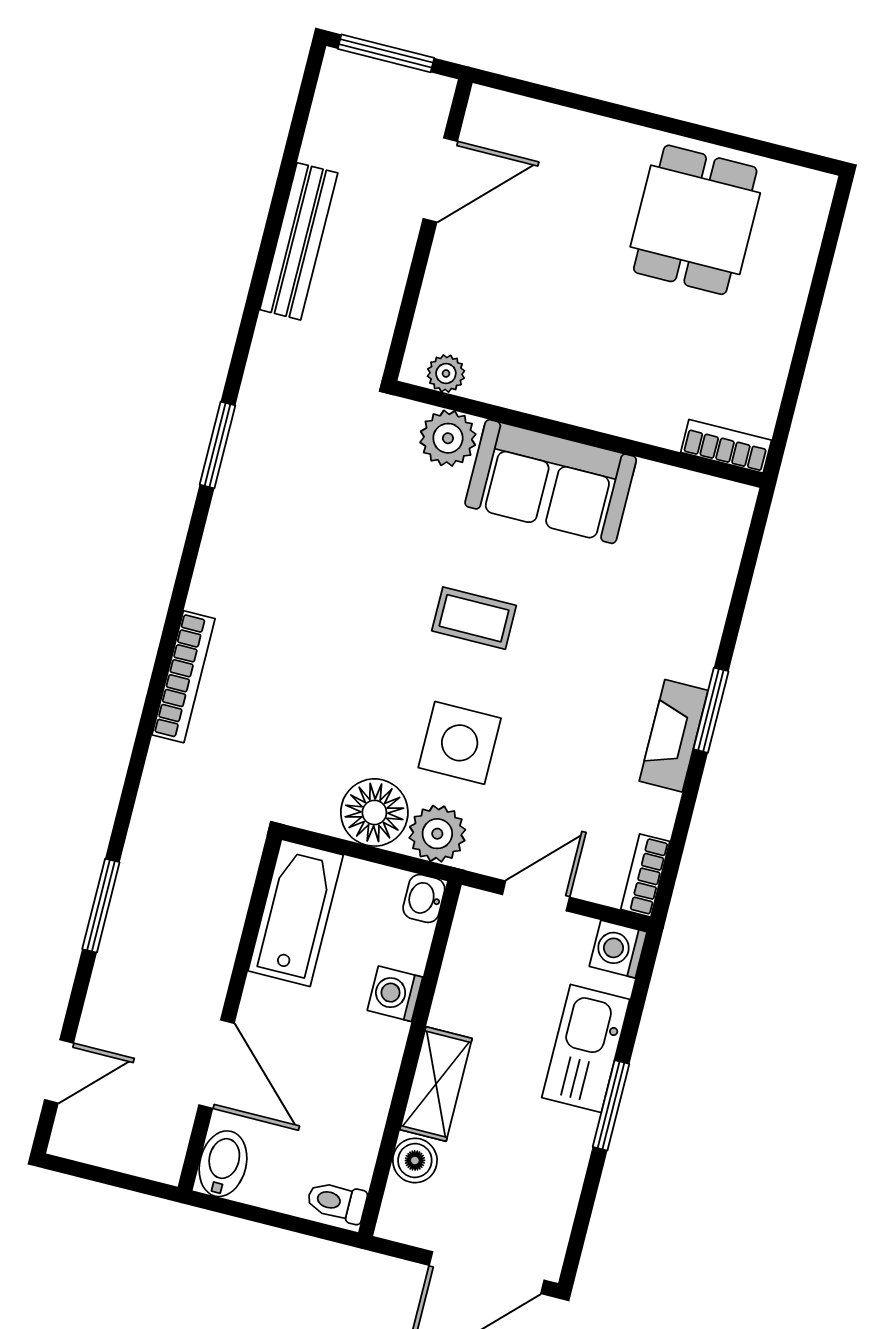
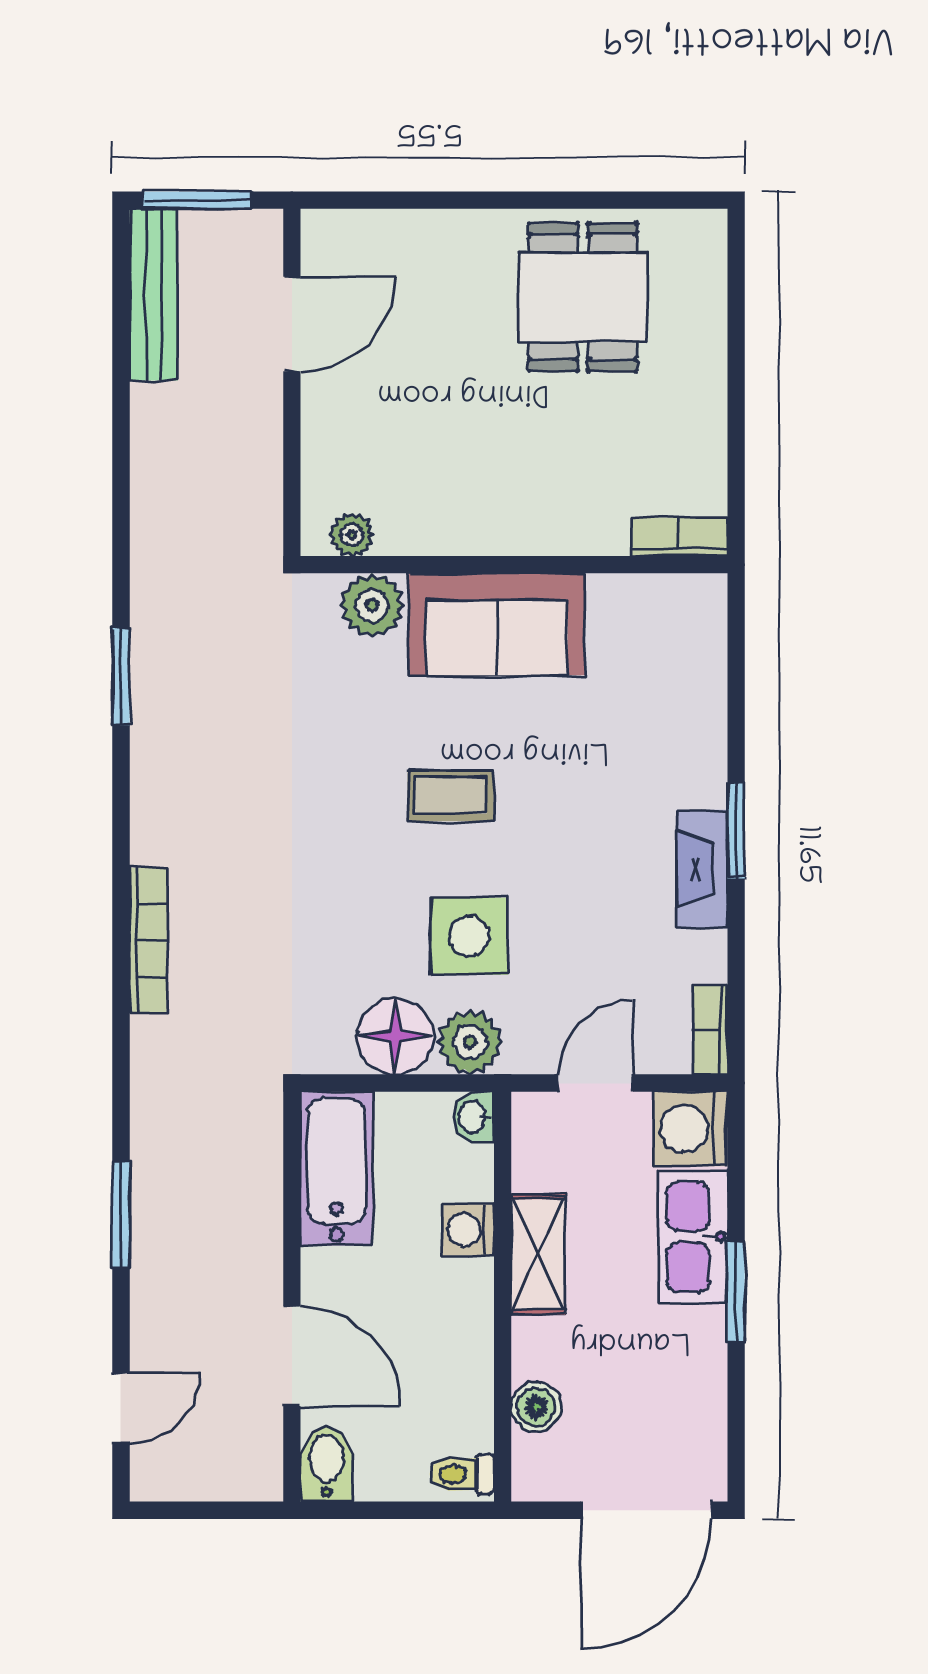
bench: (299, 241) -> (154, 295), moved
washing machine: (618, 949) -> (690, 1129), width x1.38, depth x1.38
shelving: (436, 1084) -> (538, 1254), moved

